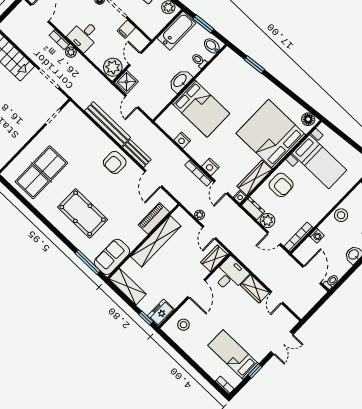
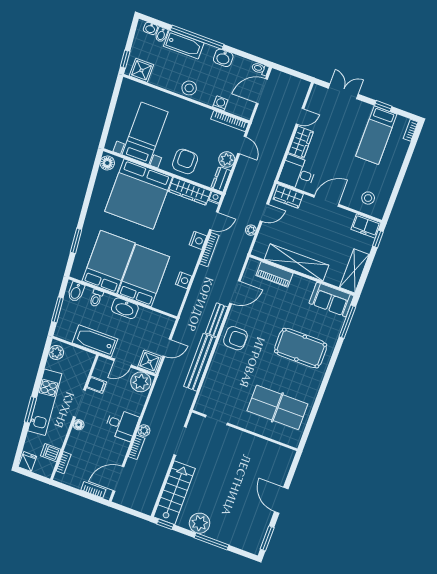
bathtub: (176, 31) -> (95, 341), moved
bed: (225, 84) -> (109, 262), added
pool table: (83, 213) -> (301, 348), turned 90

